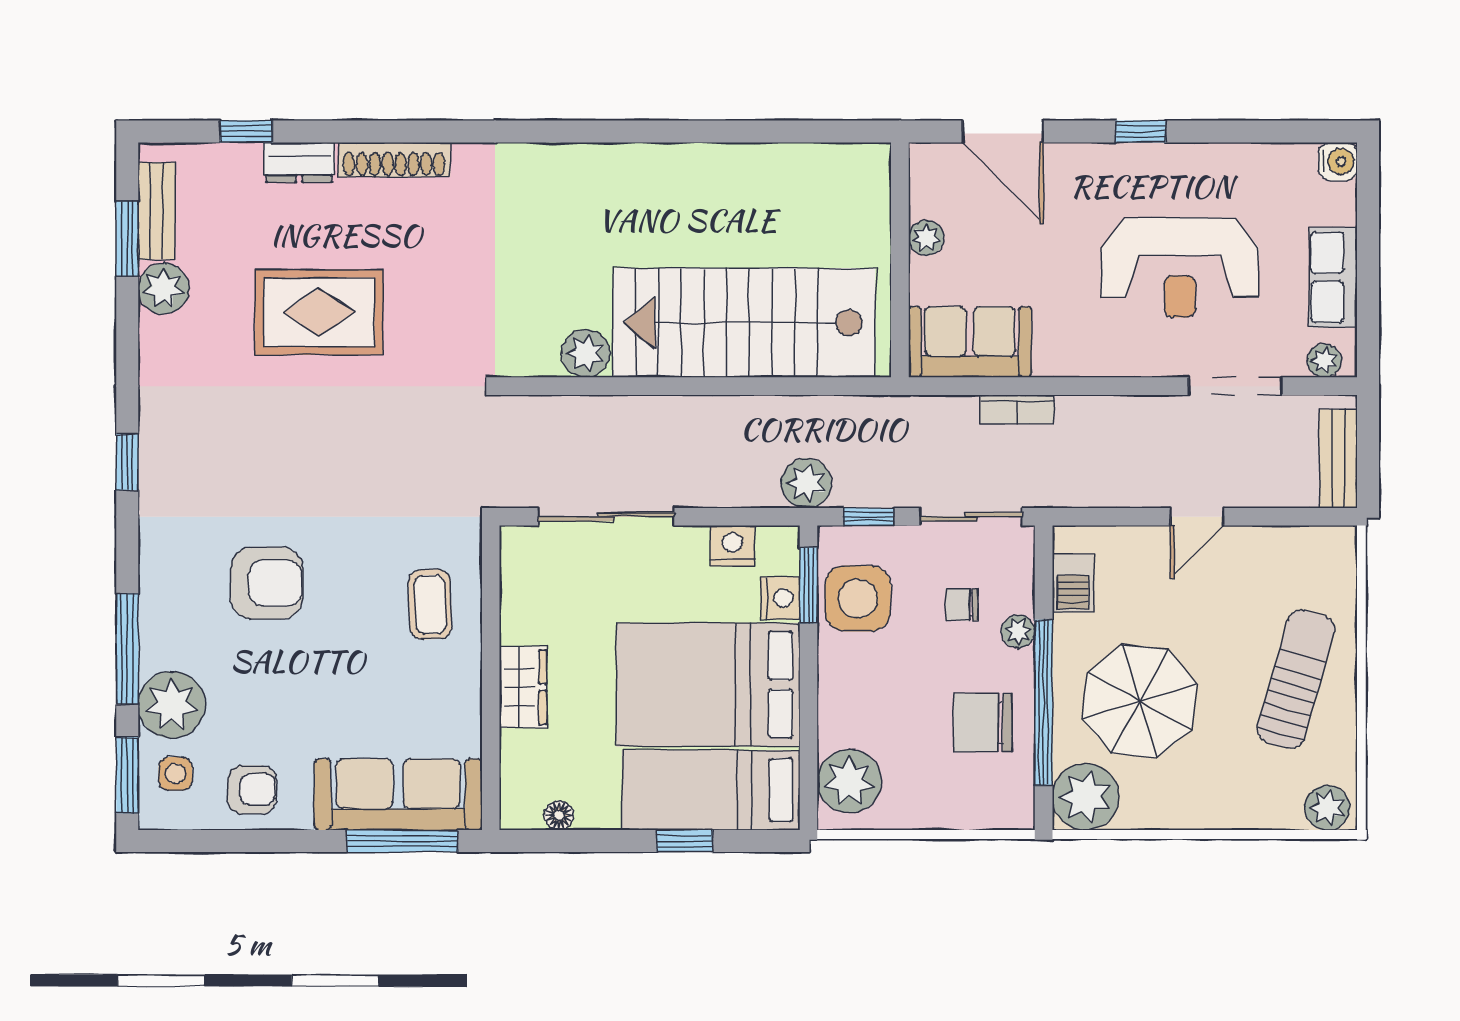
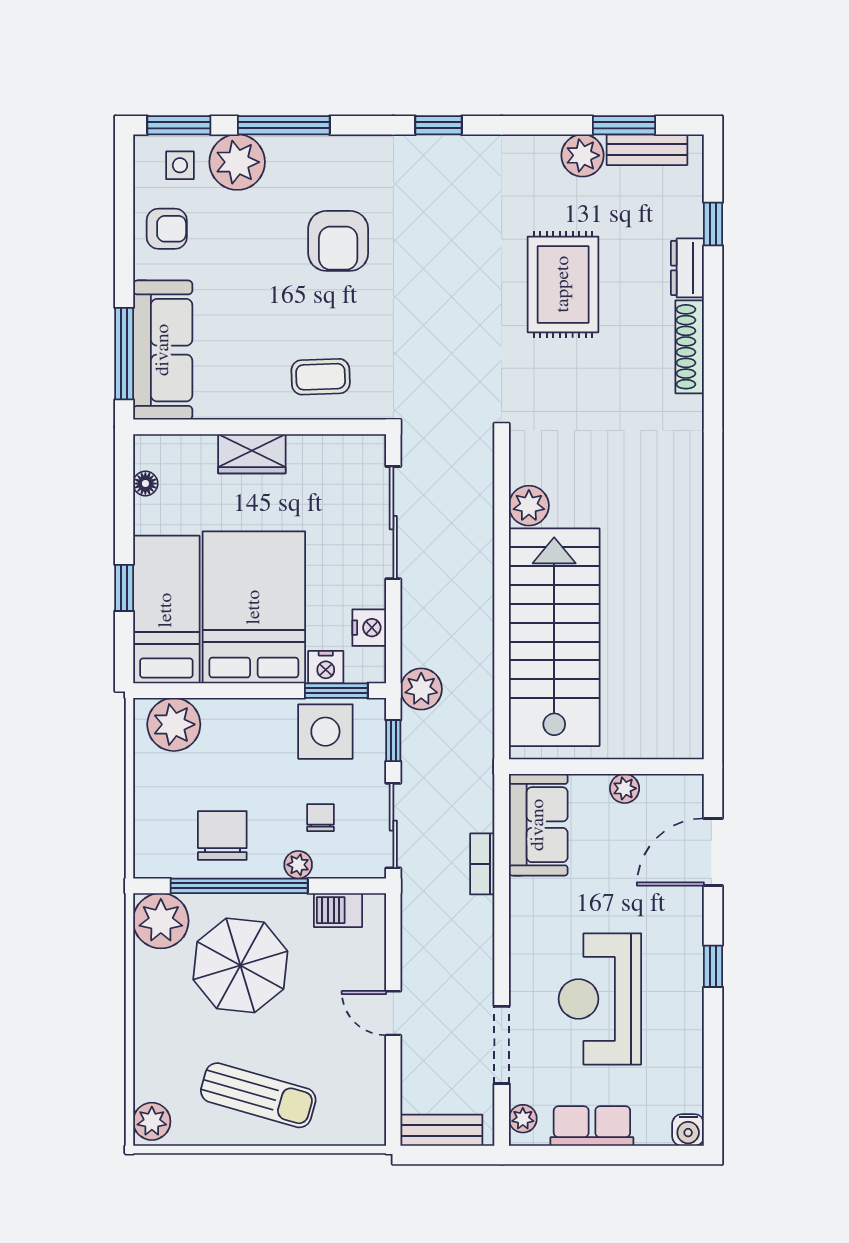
armchair: (252, 790) -> (167, 229), turned -90

